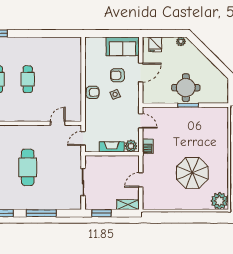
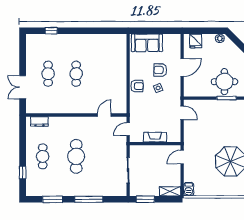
sofa: (123, 46) -> (147, 43), moved
plant: (131, 146) -> (173, 136), removed
barbecue: (148, 146) -> (189, 189), moved
door: (141, 180) -> (182, 157), moved

